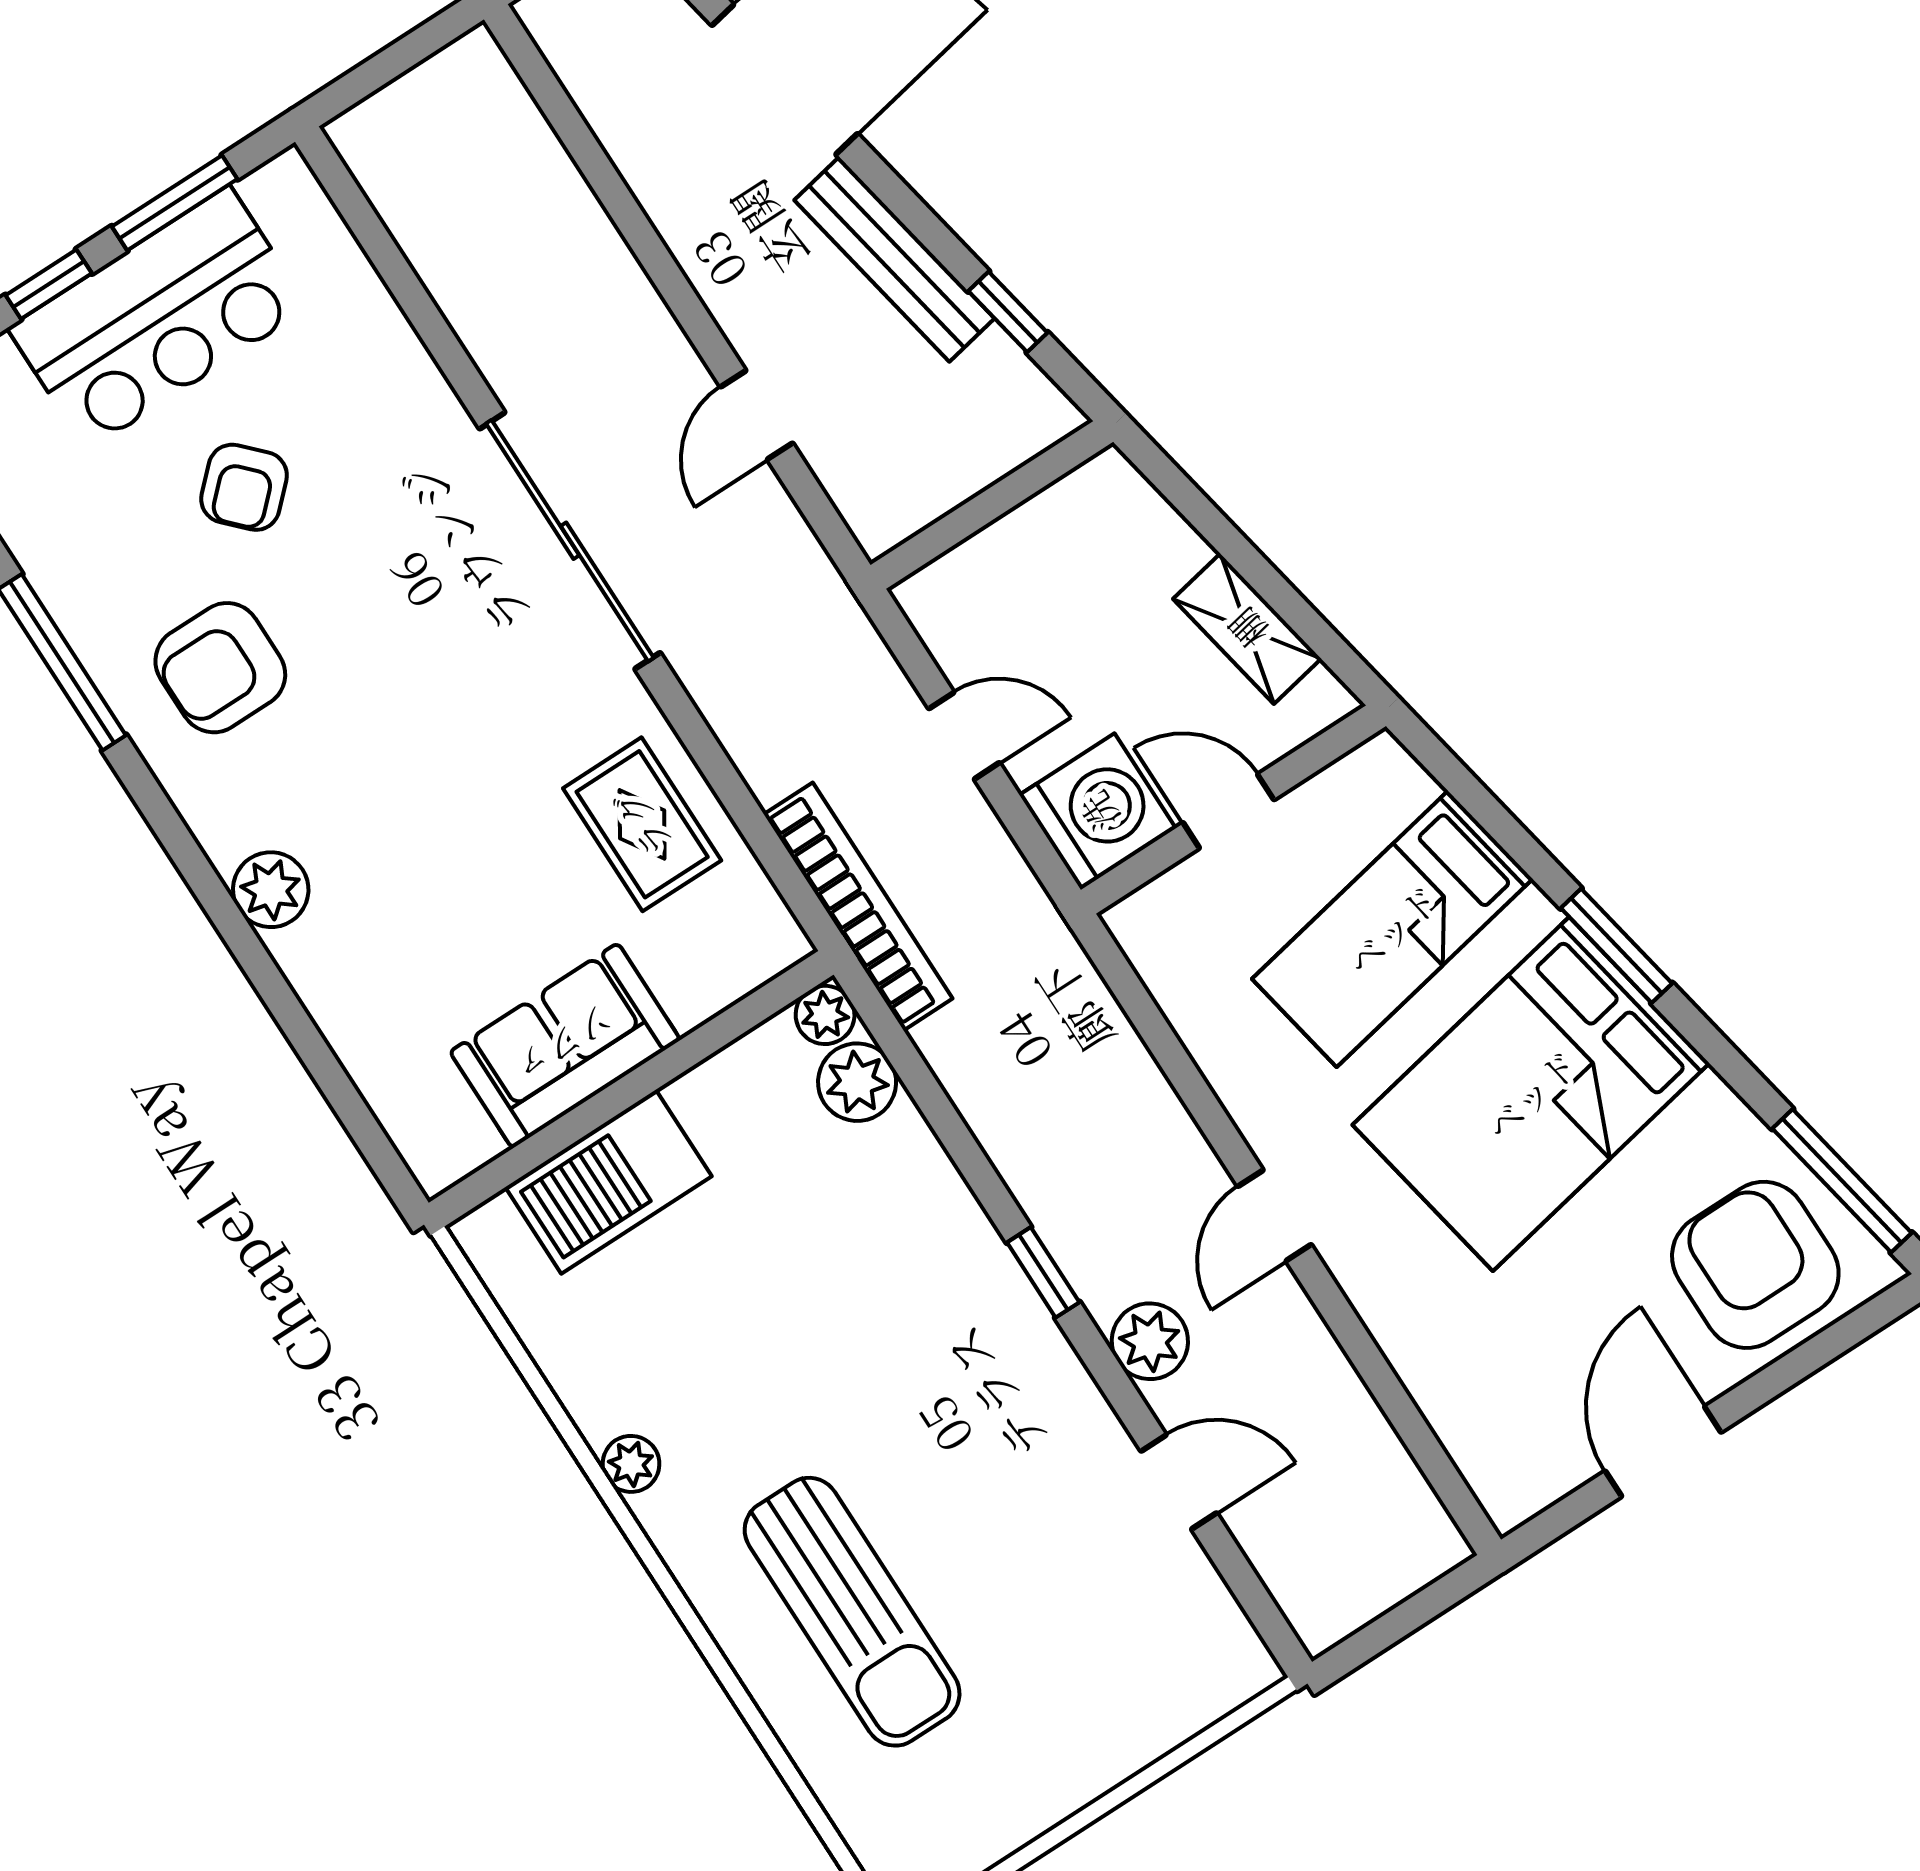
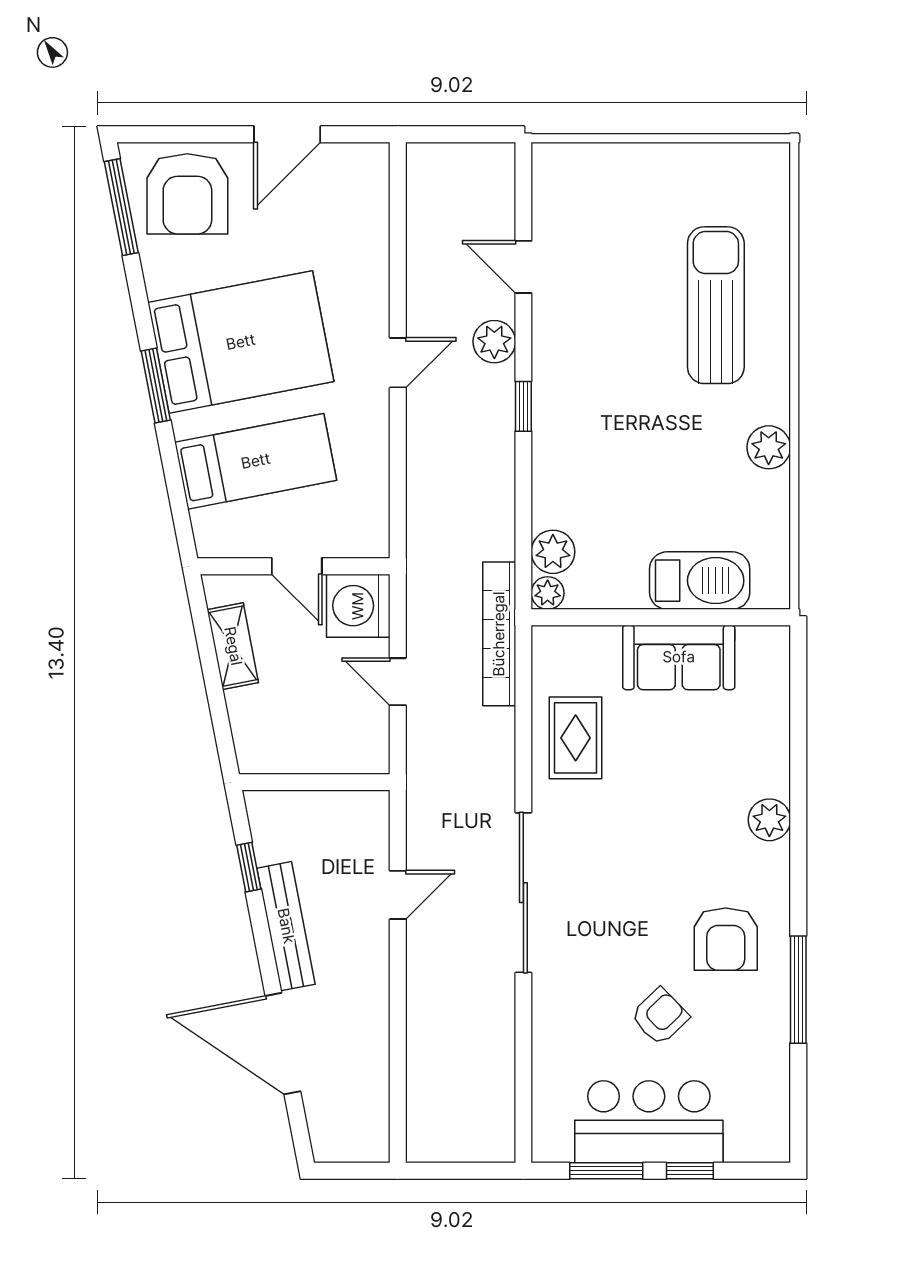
armchair: (220, 668) -> (726, 939), turned 90
plant: (631, 1464) -> (769, 447), width x1.38, depth x1.38

